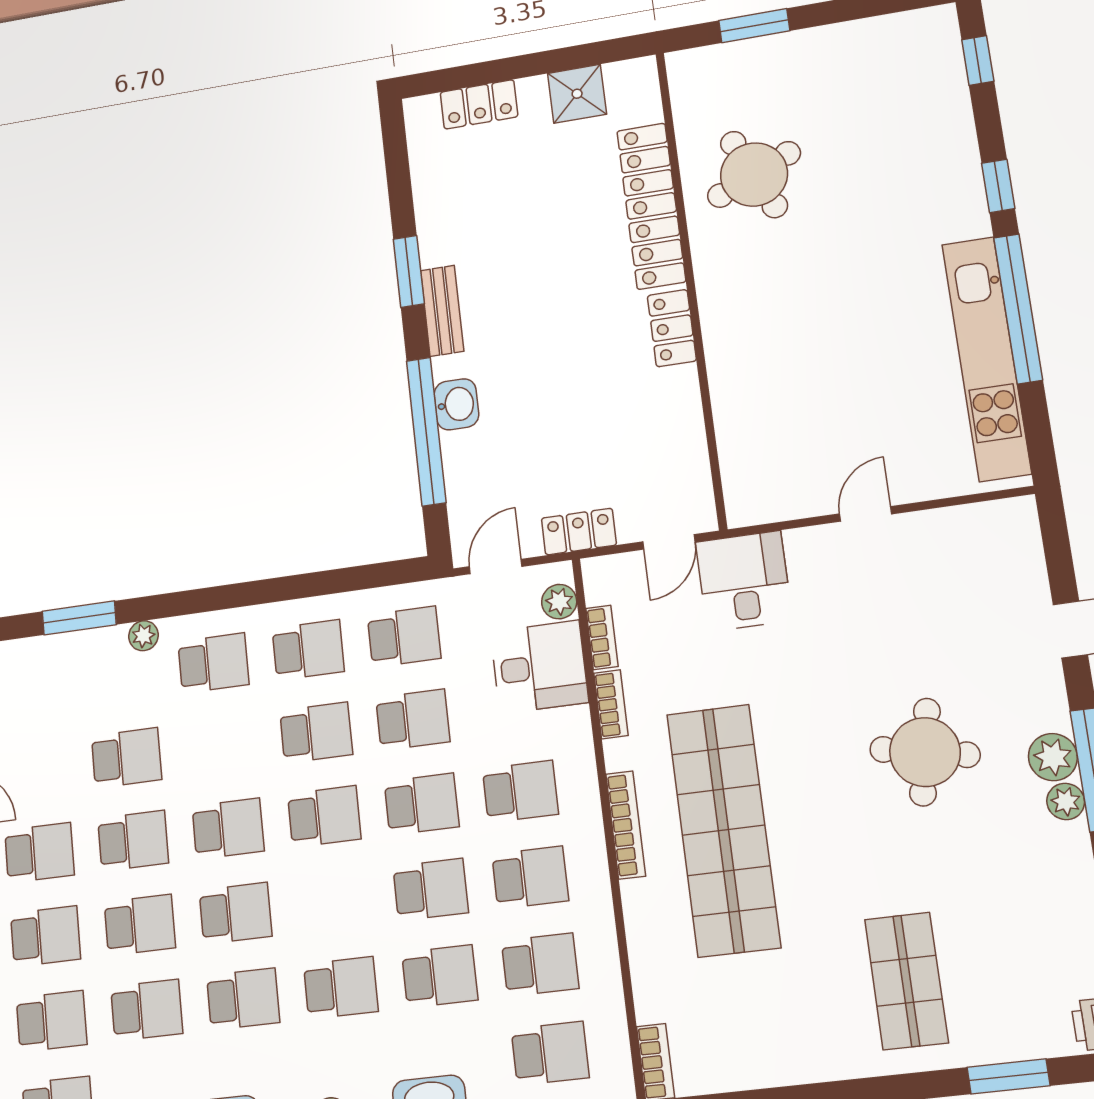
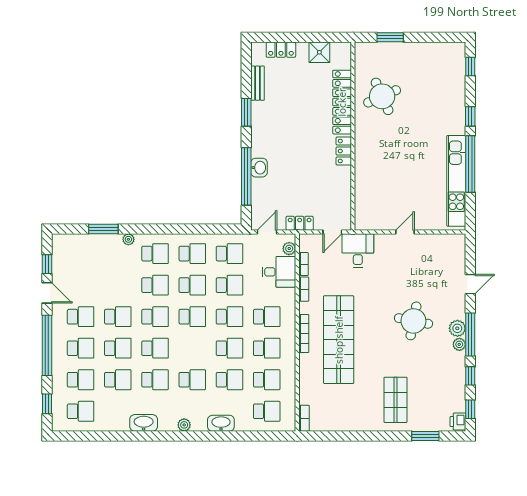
bench: (442, 311) -> (257, 83), moved
school desk: (126, 758) -> (155, 285), moved

